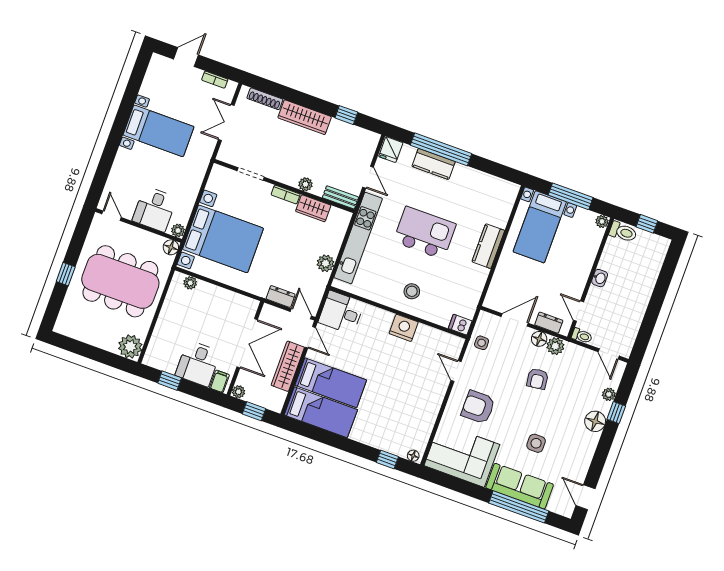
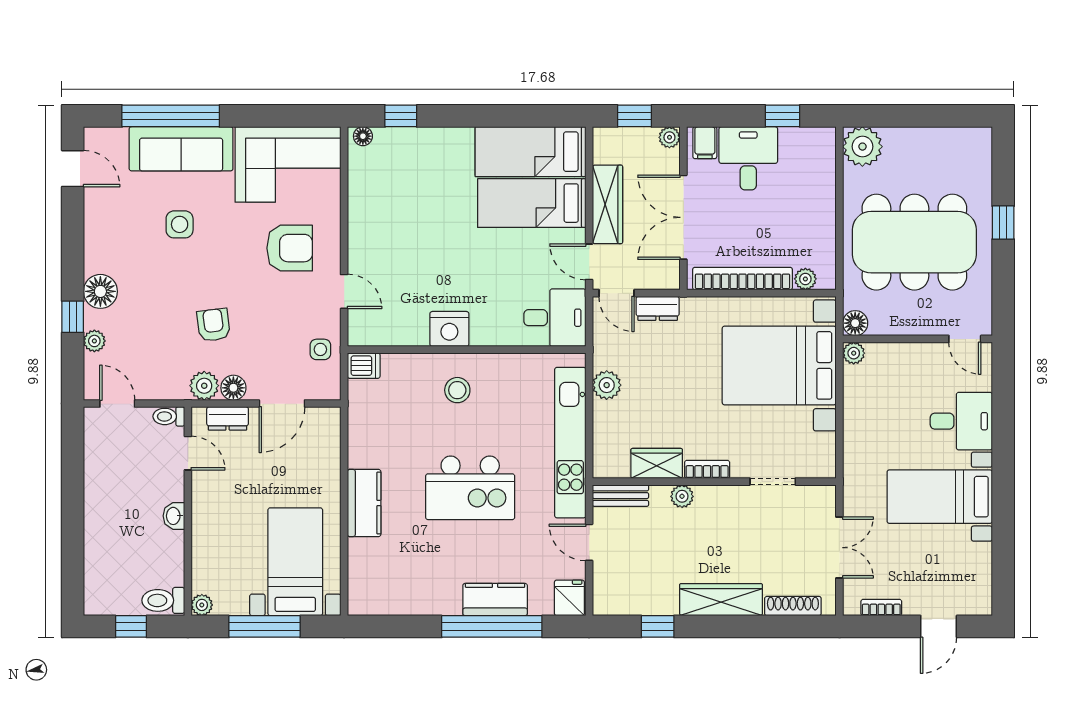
desk: (155, 209) -> (961, 421), moved, turned 90
bookcase: (226, 296) -> (743, 279), added

